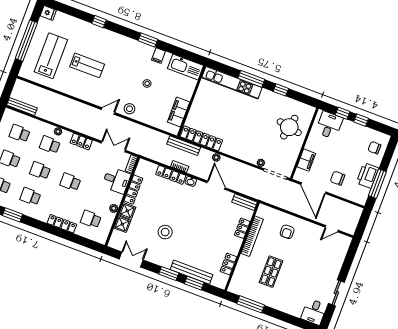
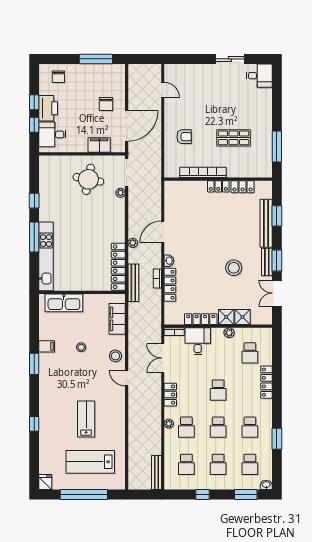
kitchen sink: (185, 67) -> (64, 303), moved, turned 90
filing cabinet: (179, 112) -> (117, 319), moved, turned 90
round table: (289, 127) -> (88, 179), moved
printer: (367, 175) -> (48, 108), moved, turned -90
bench: (245, 202) -> (267, 262), moved
locker: (242, 228) -> (218, 186), moved
window: (169, 274) -> (277, 261), moved

